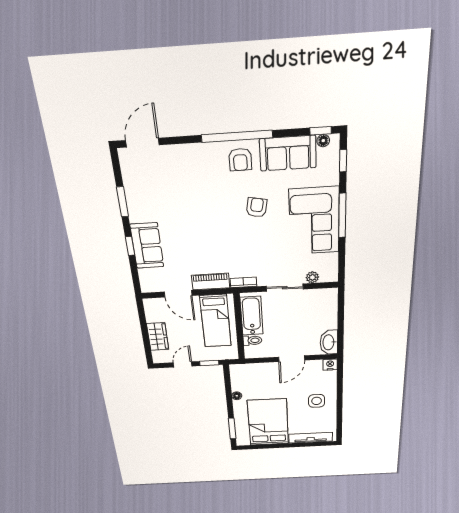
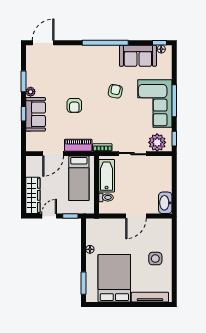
armchair: (240, 160) -> (74, 105), moved
window: (343, 161) -> (174, 139), moved
plant: (135, 216) -> (31, 92), added
plant: (312, 277) -> (157, 142), width x1.88, depth x1.88
door: (178, 294) -> (53, 154), hinge flipped
wardrobe: (158, 337) -> (33, 195), width x1.50
nightstand: (330, 365) -> (166, 224), removed

